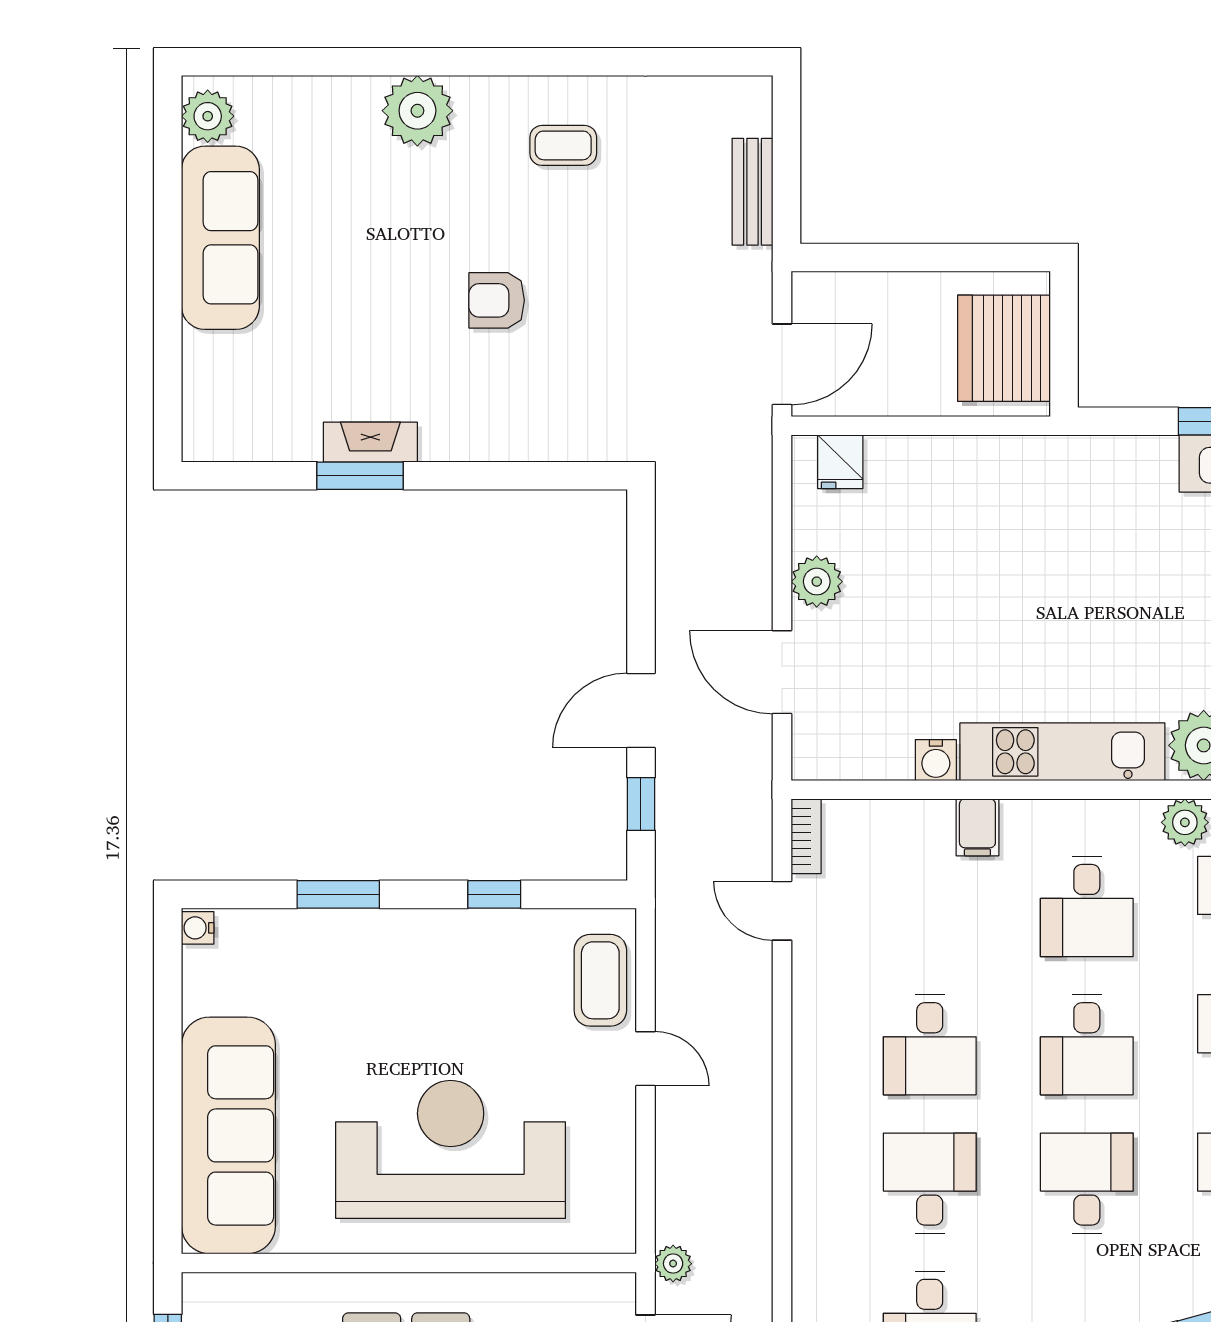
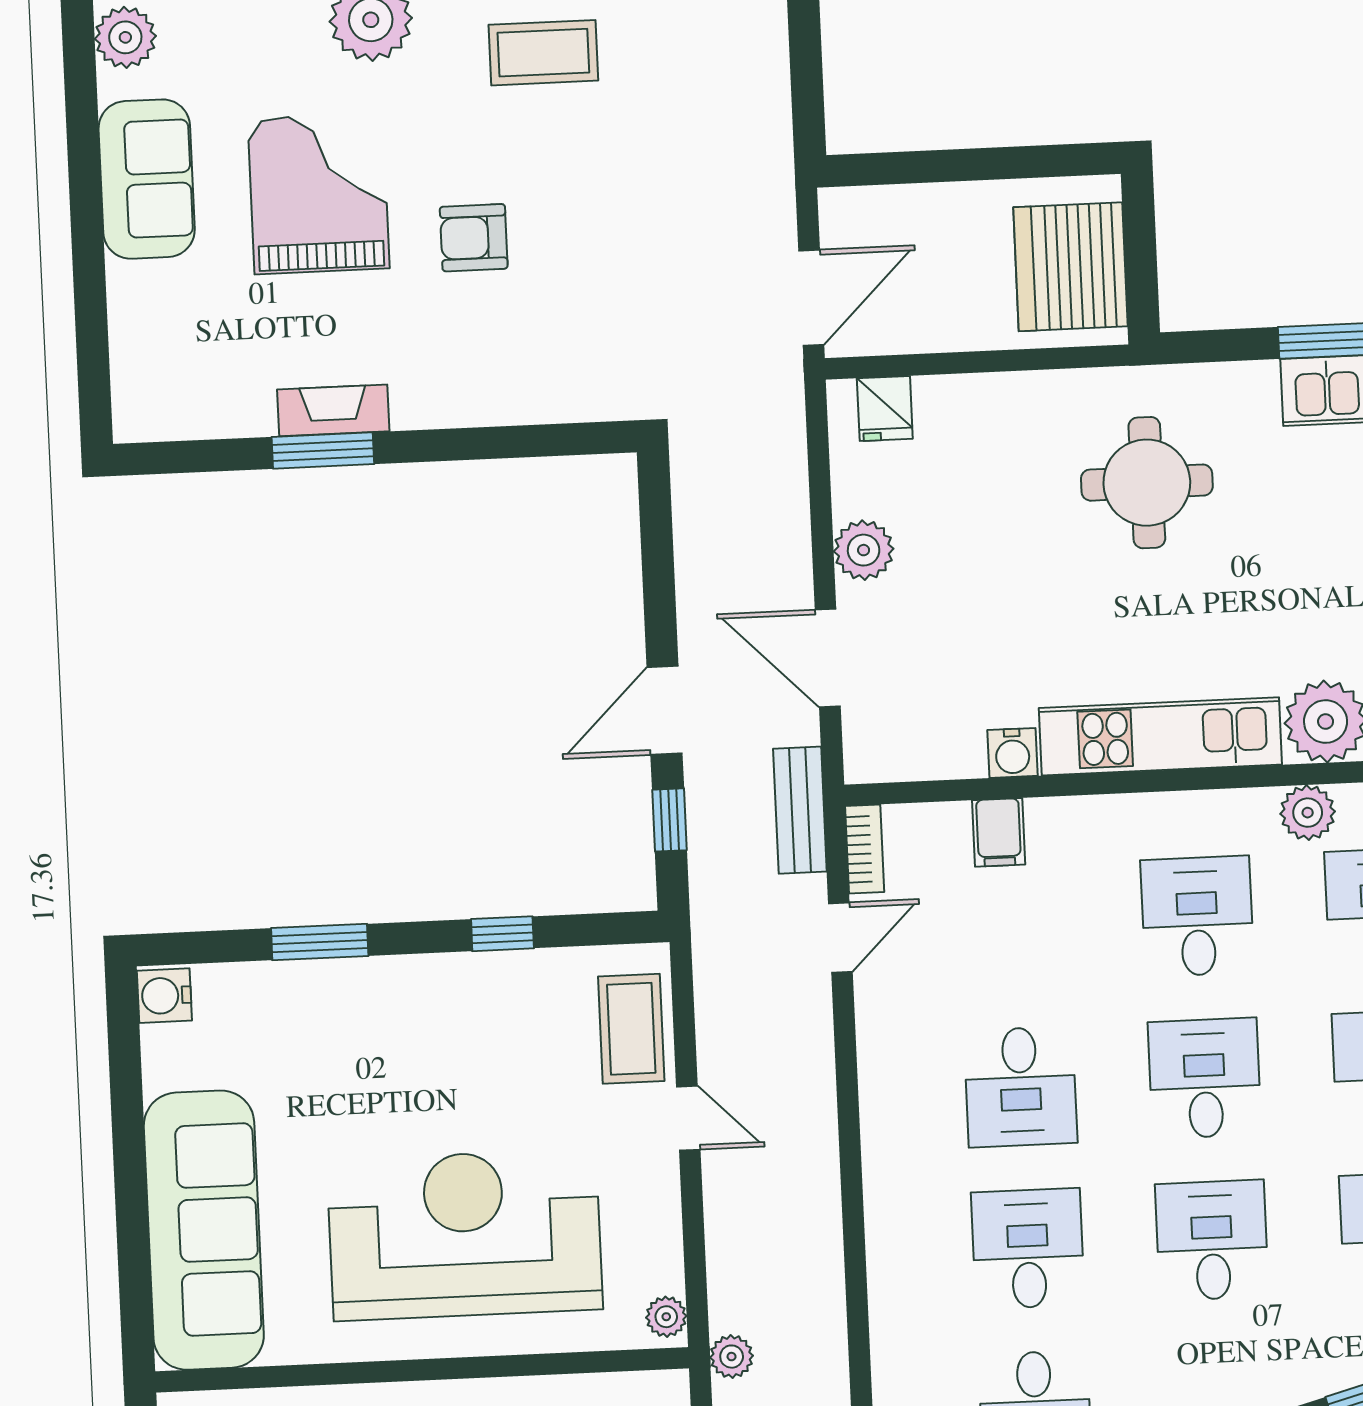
coffee table: (563, 145) -> (543, 53), width x1.36, depth x1.30
bench: (752, 192) -> (800, 810), moved
sofa: (220, 238) -> (147, 179), width x0.73
grand piano: (366, 257) -> (319, 194), added
round table: (1061, 535) -> (1147, 483), added
filing cabinet: (977, 827) -> (999, 832), moved
desk: (1087, 906) -> (1197, 916), turned 180
door: (782, 911) -> (840, 937), swing flipped
water cooler: (198, 928) -> (164, 996), width x1.38, depth x1.38
desk: (1087, 1045) -> (1205, 1078), turned 180
plant: (619, 1227) -> (666, 1317), added

